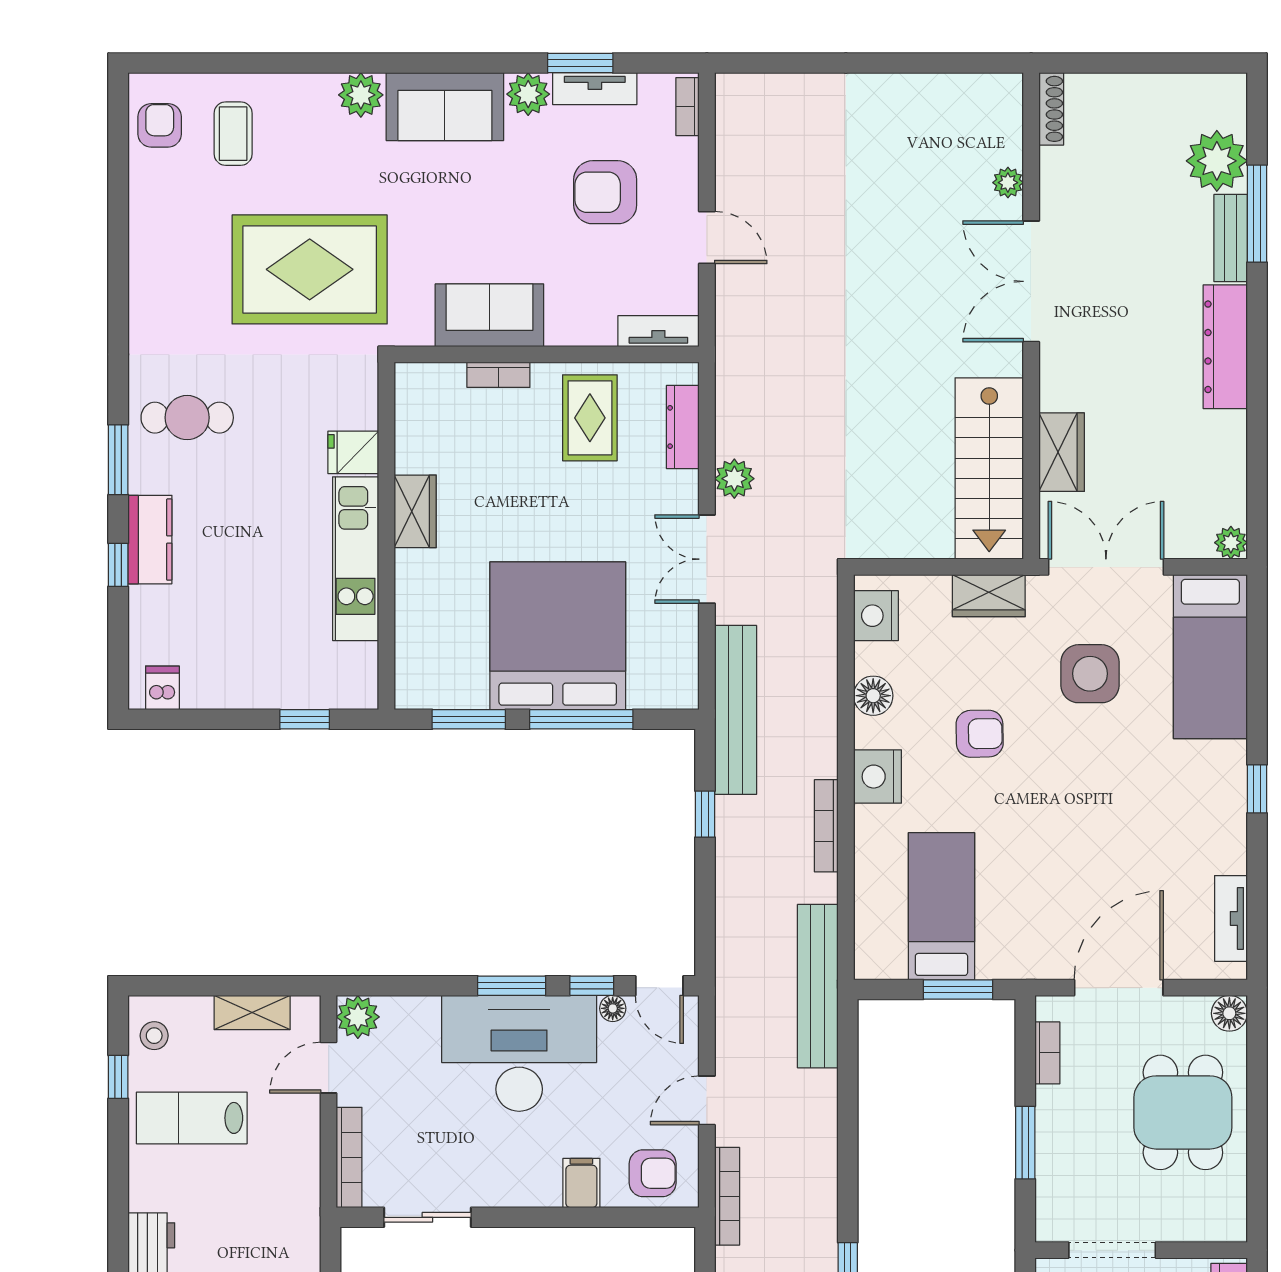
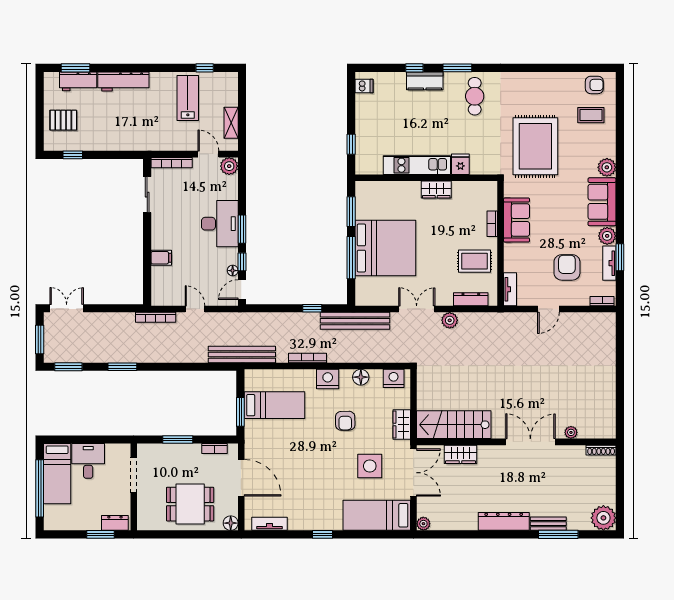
plant: (1217, 161) -> (603, 518), moved
stool: (154, 1036) -> (222, 83), removed
desk: (519, 1053) -> (220, 224), width x0.73, depth x0.77
armchair: (653, 1173) -> (165, 287), removed

